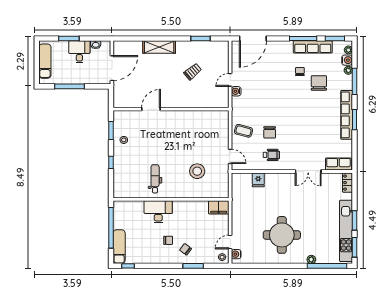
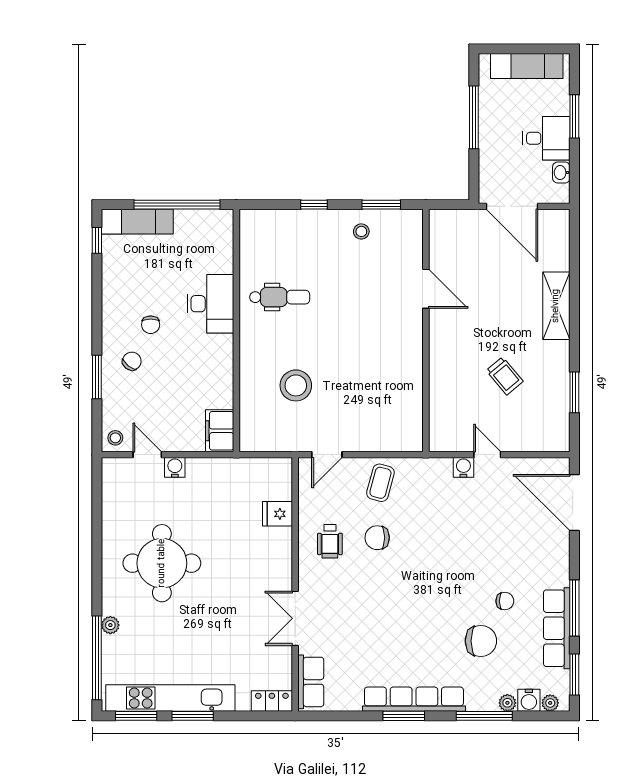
water cooler: (236, 254) -> (175, 467), moved

